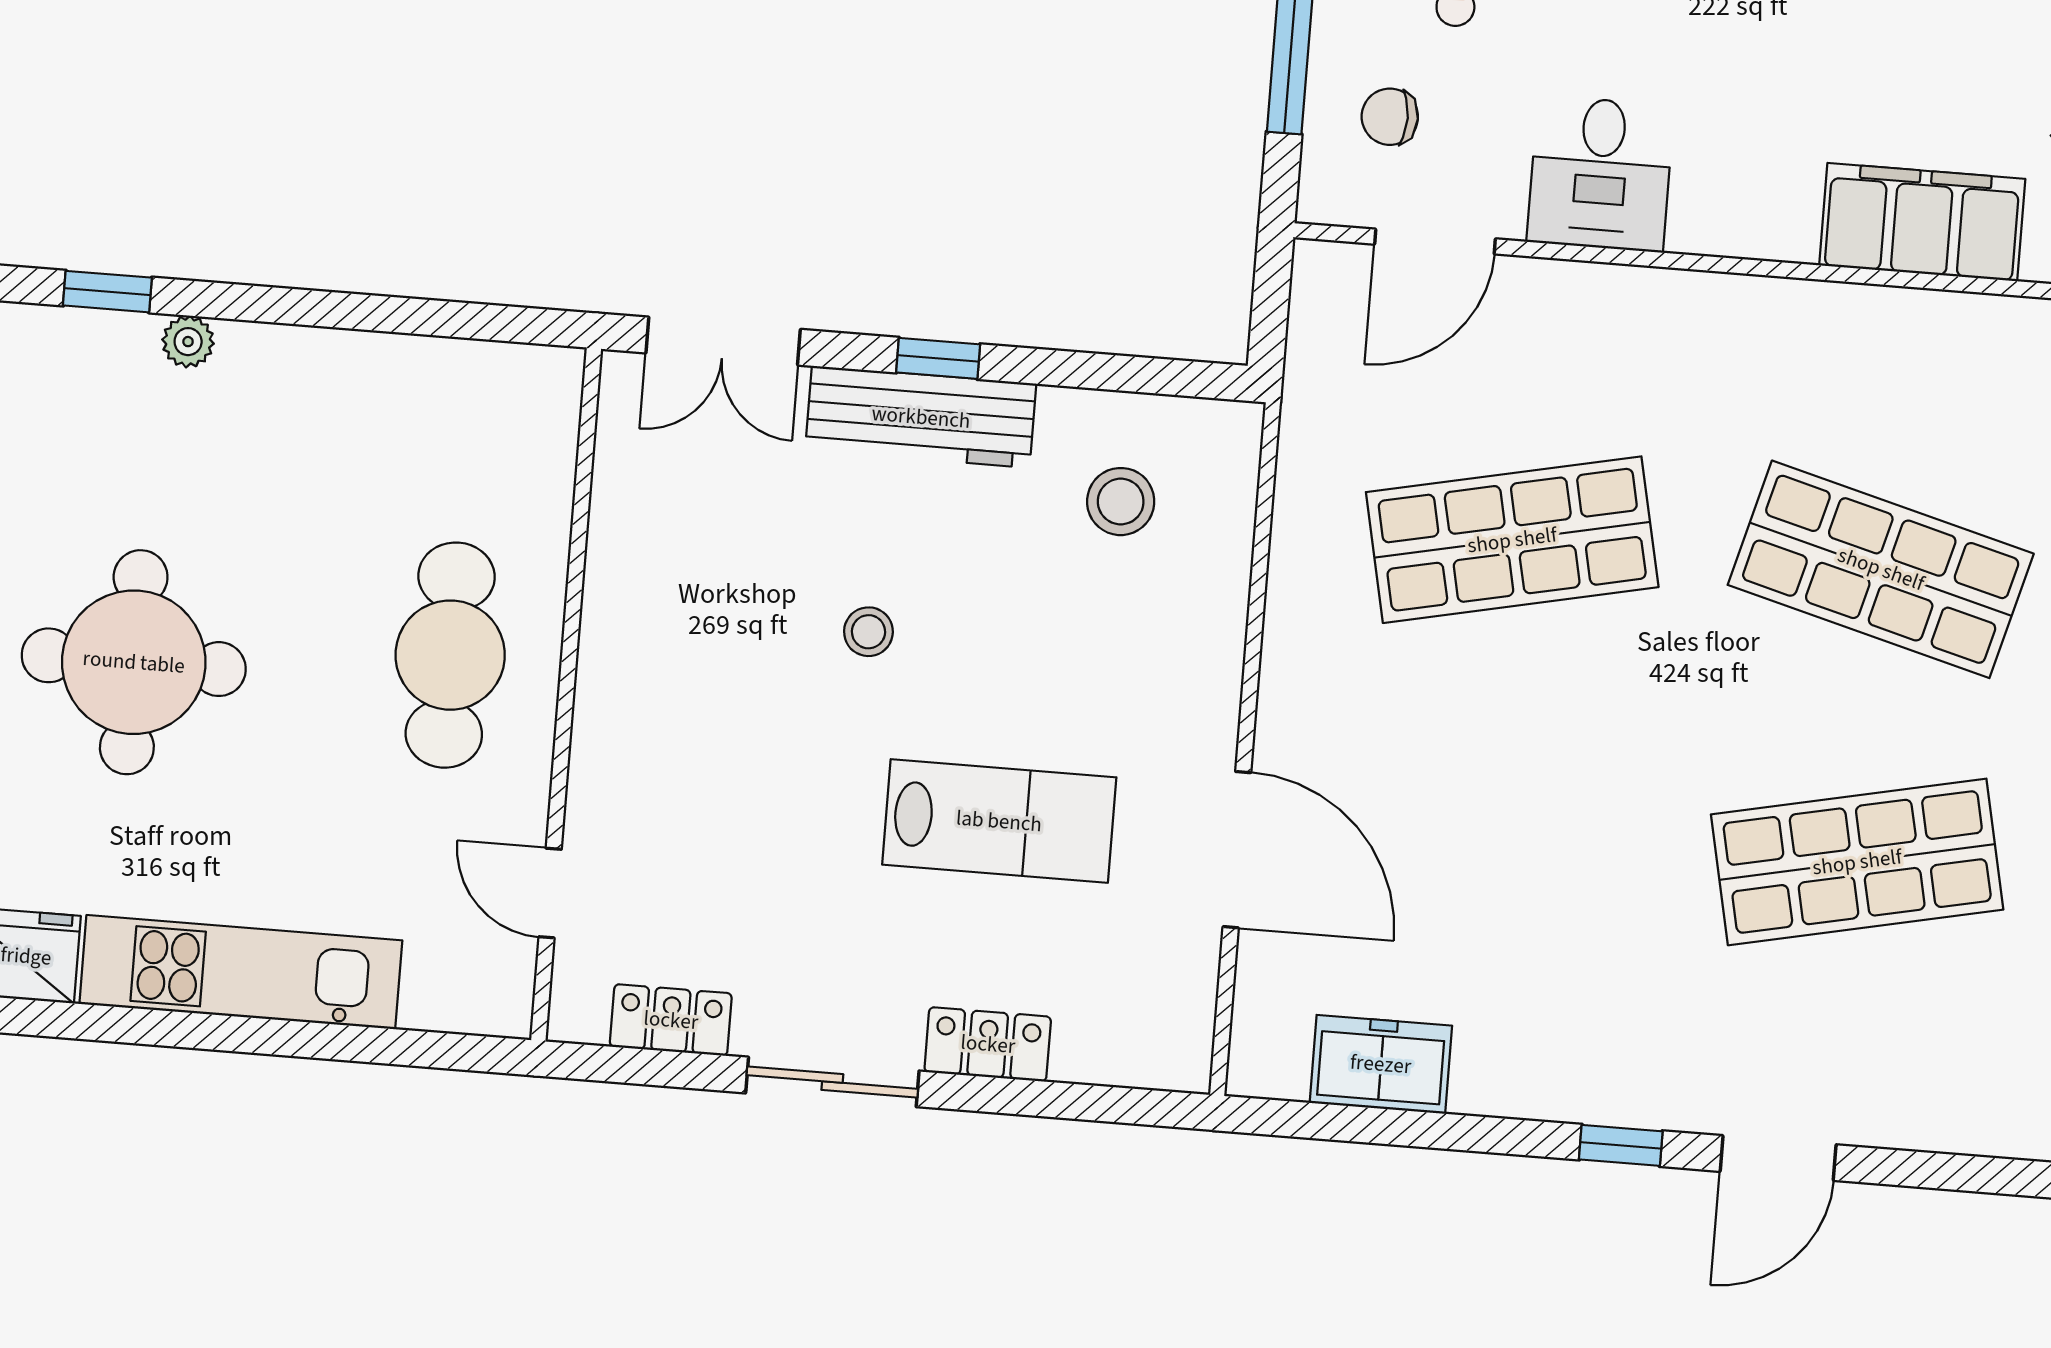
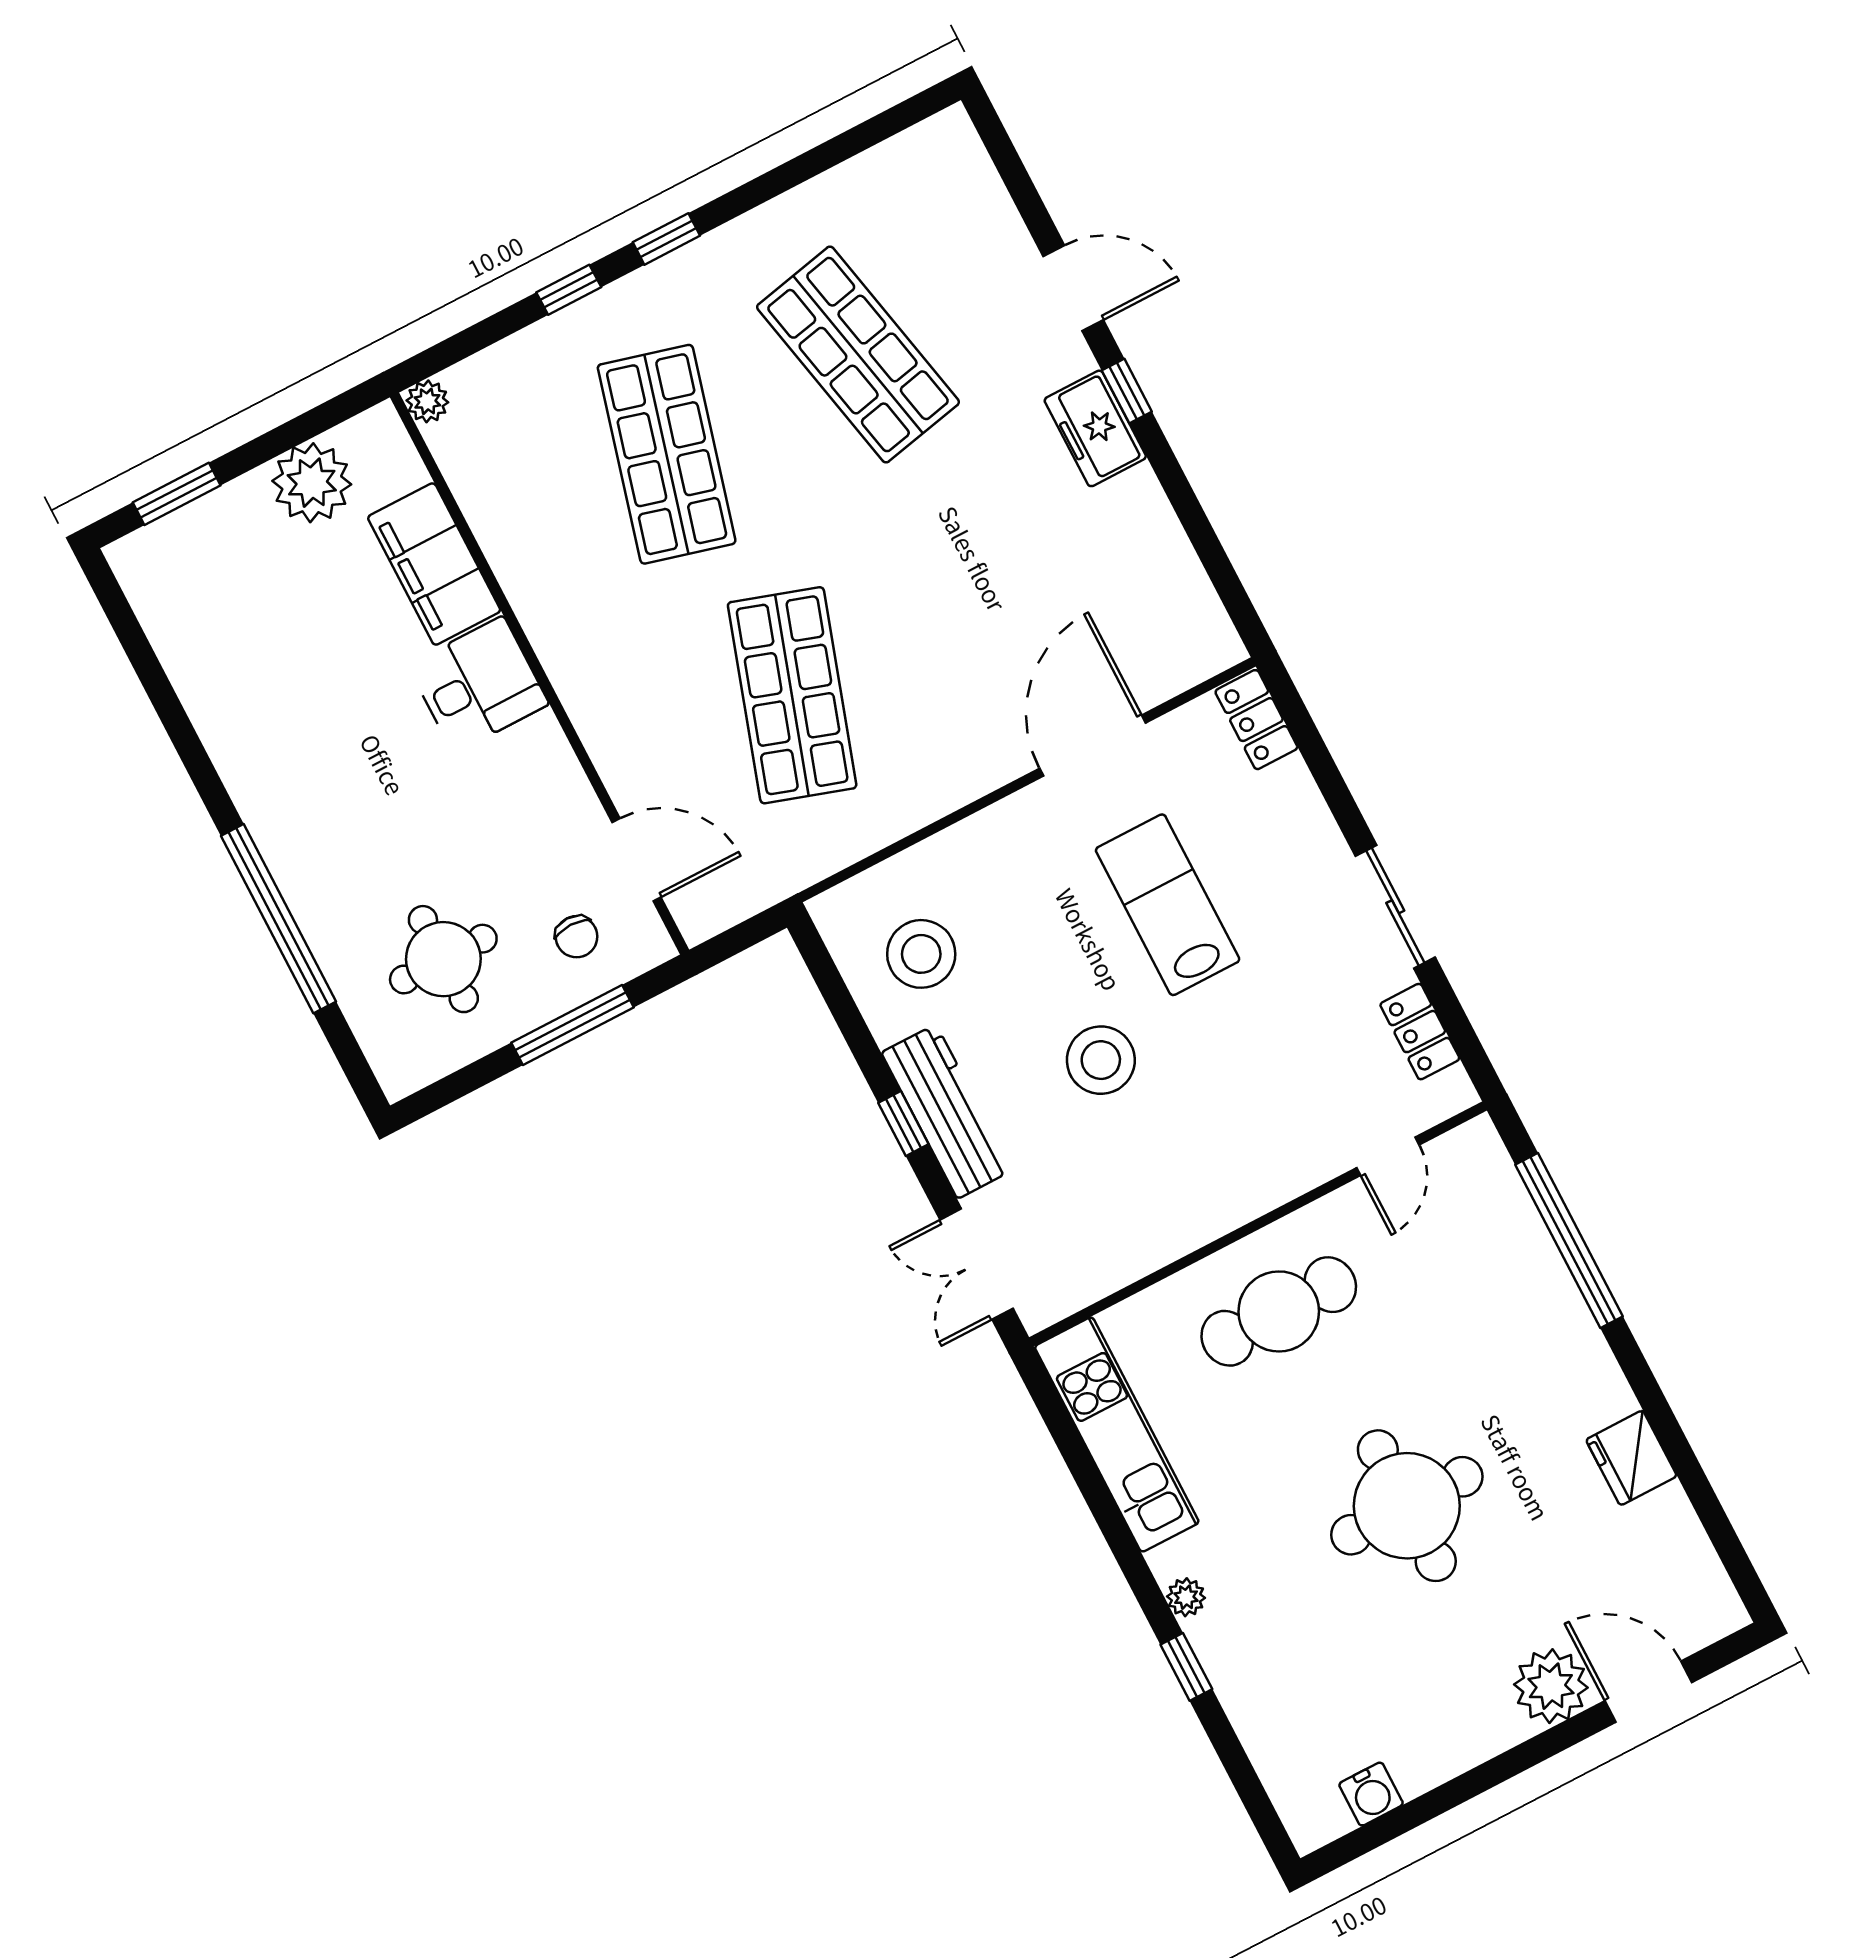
desk: (1600, 174) -> (478, 685), moved
double door: (723, 341) -> (977, 1264), swing flipped
stool: (1121, 502) -> (921, 954), width x1.38, depth x1.38
shop shelf: (1512, 540) -> (792, 695), turned 30
stool: (868, 632) -> (1101, 1060), width x1.89, depth x1.89
kitchen unit: (241, 972) -> (1117, 1434), moved, turned 180
window: (322, 1041) -> (1569, 1241), added
locker: (988, 1044) -> (1256, 720), moved
freezer: (1381, 1064) -> (1095, 428), moved

